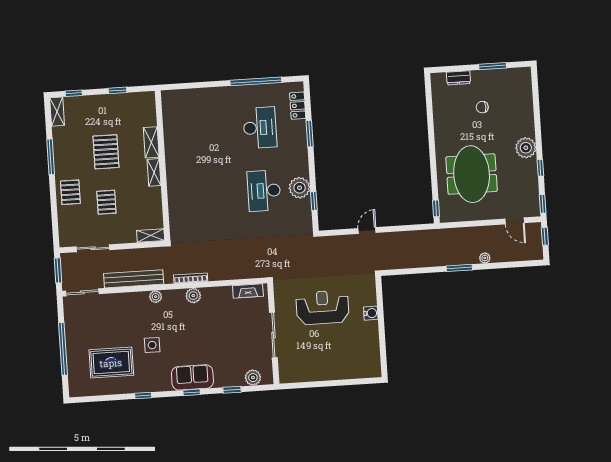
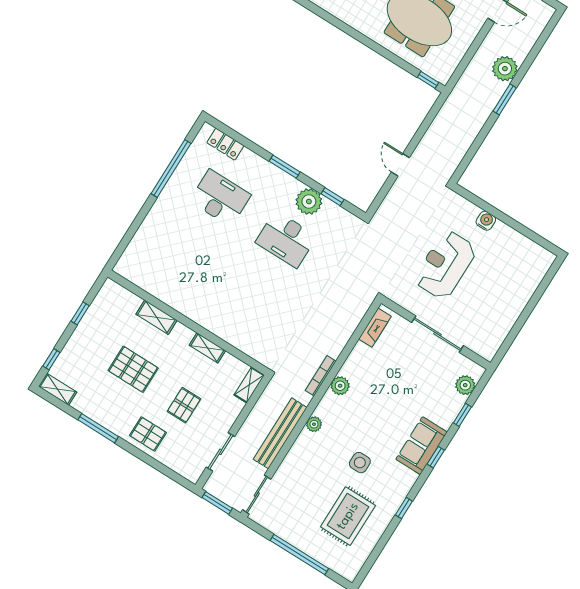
window: (310, 134) -> (285, 167), moved
shelving: (154, 172) -> (207, 348), moved
pallet: (106, 202) -> (184, 405), turned 90
plant: (485, 258) -> (505, 69), width x1.87, depth x1.87

